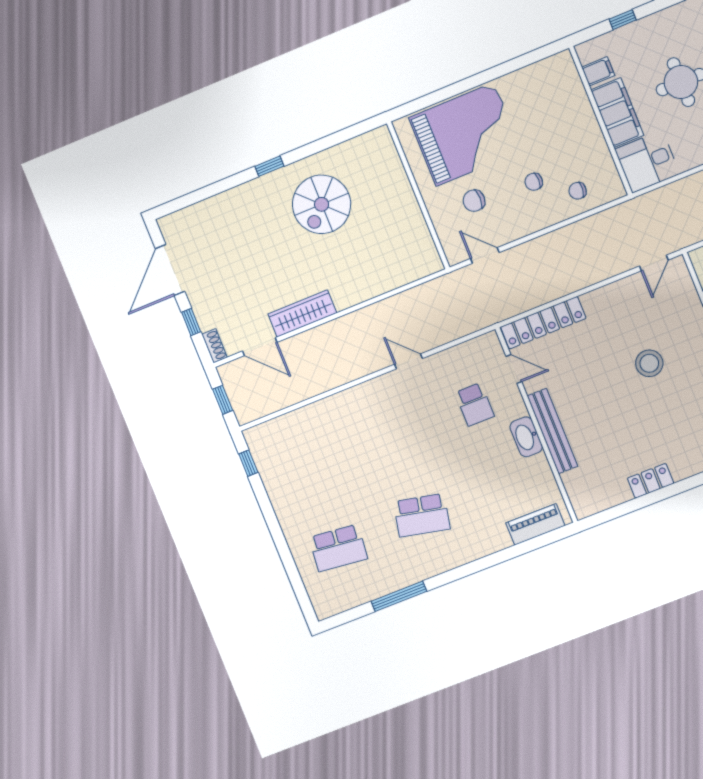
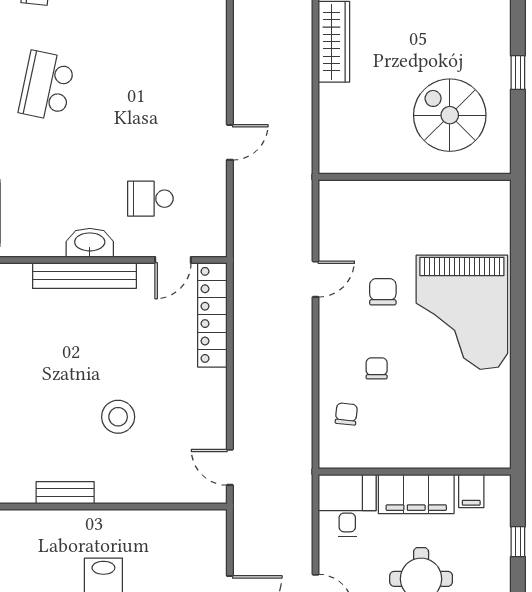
wall: (418, 195) -> (415, 177), moved

